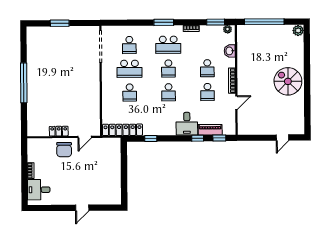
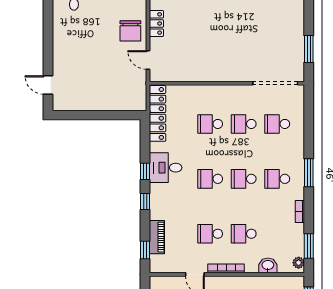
window: (60, 23) -> (309, 49), moved
school desk: (168, 45) -> (277, 179), width x0.54
school desk: (129, 69) -> (244, 124), width x0.54
desk: (187, 124) -> (166, 168), moved
window: (151, 138) -> (145, 171), moved
window: (198, 138) -> (145, 202), moved
chair: (64, 150) -> (130, 31), turned -90
door: (82, 208) -> (48, 85), moved

